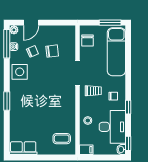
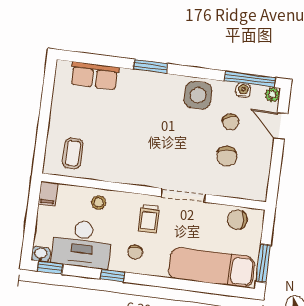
row of seats: (23, 148) -> (95, 76), moved, turned 90

